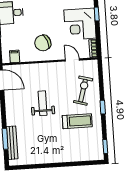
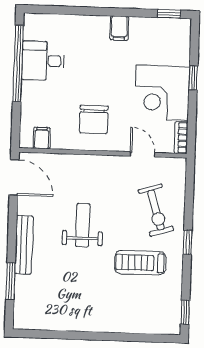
chair: (43, 43) -> (94, 119), turned -68
exercise bike: (83, 91) -> (156, 210), turned 147
treadmill: (77, 121) -> (140, 263), turned 180
bench: (12, 143) -> (24, 245), moved

